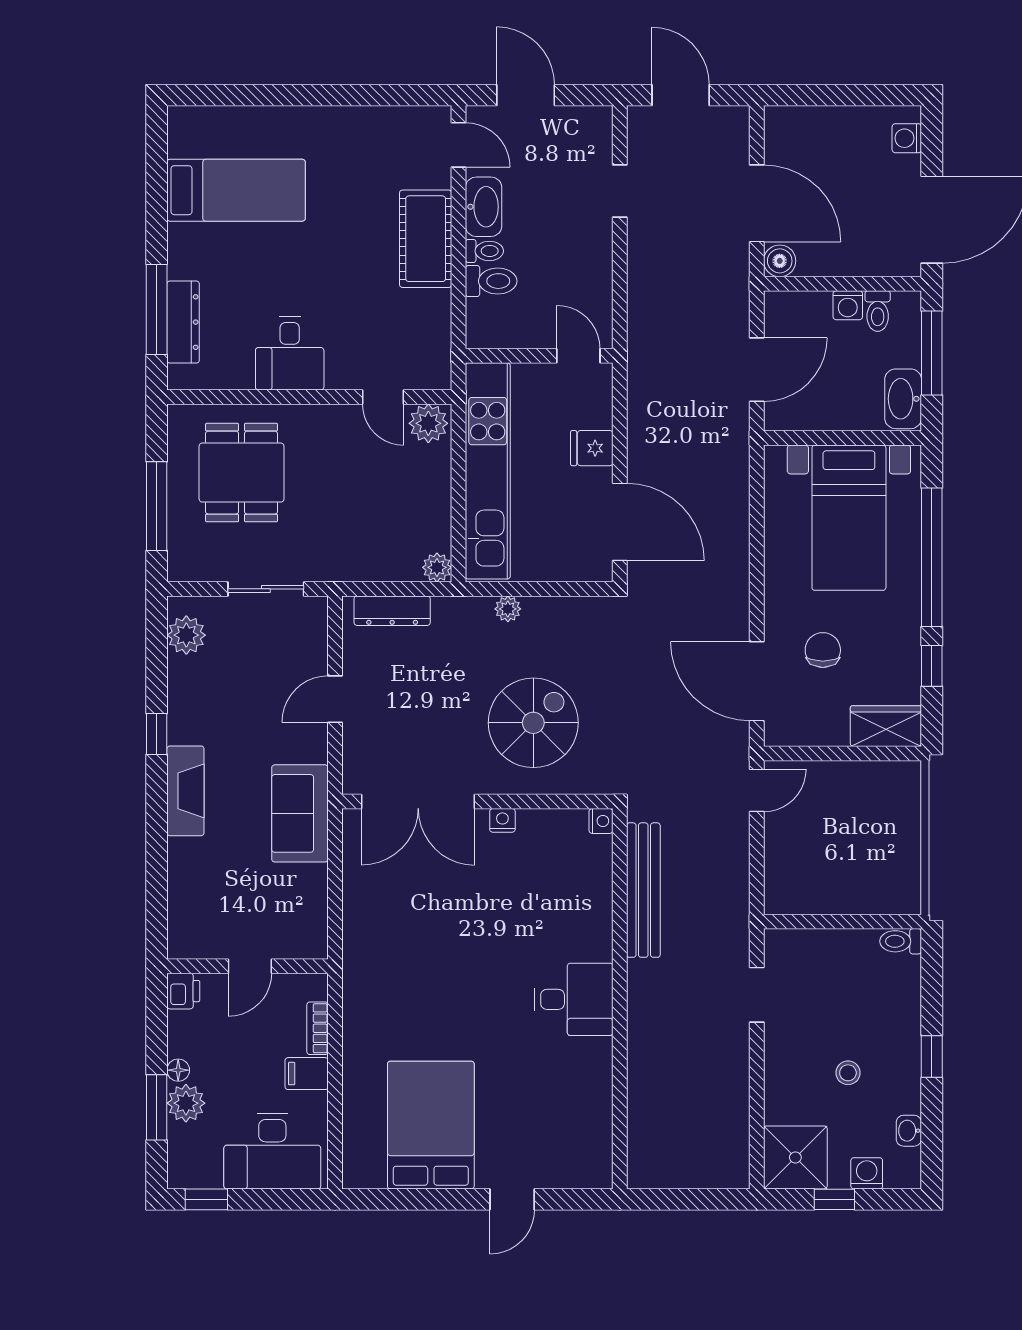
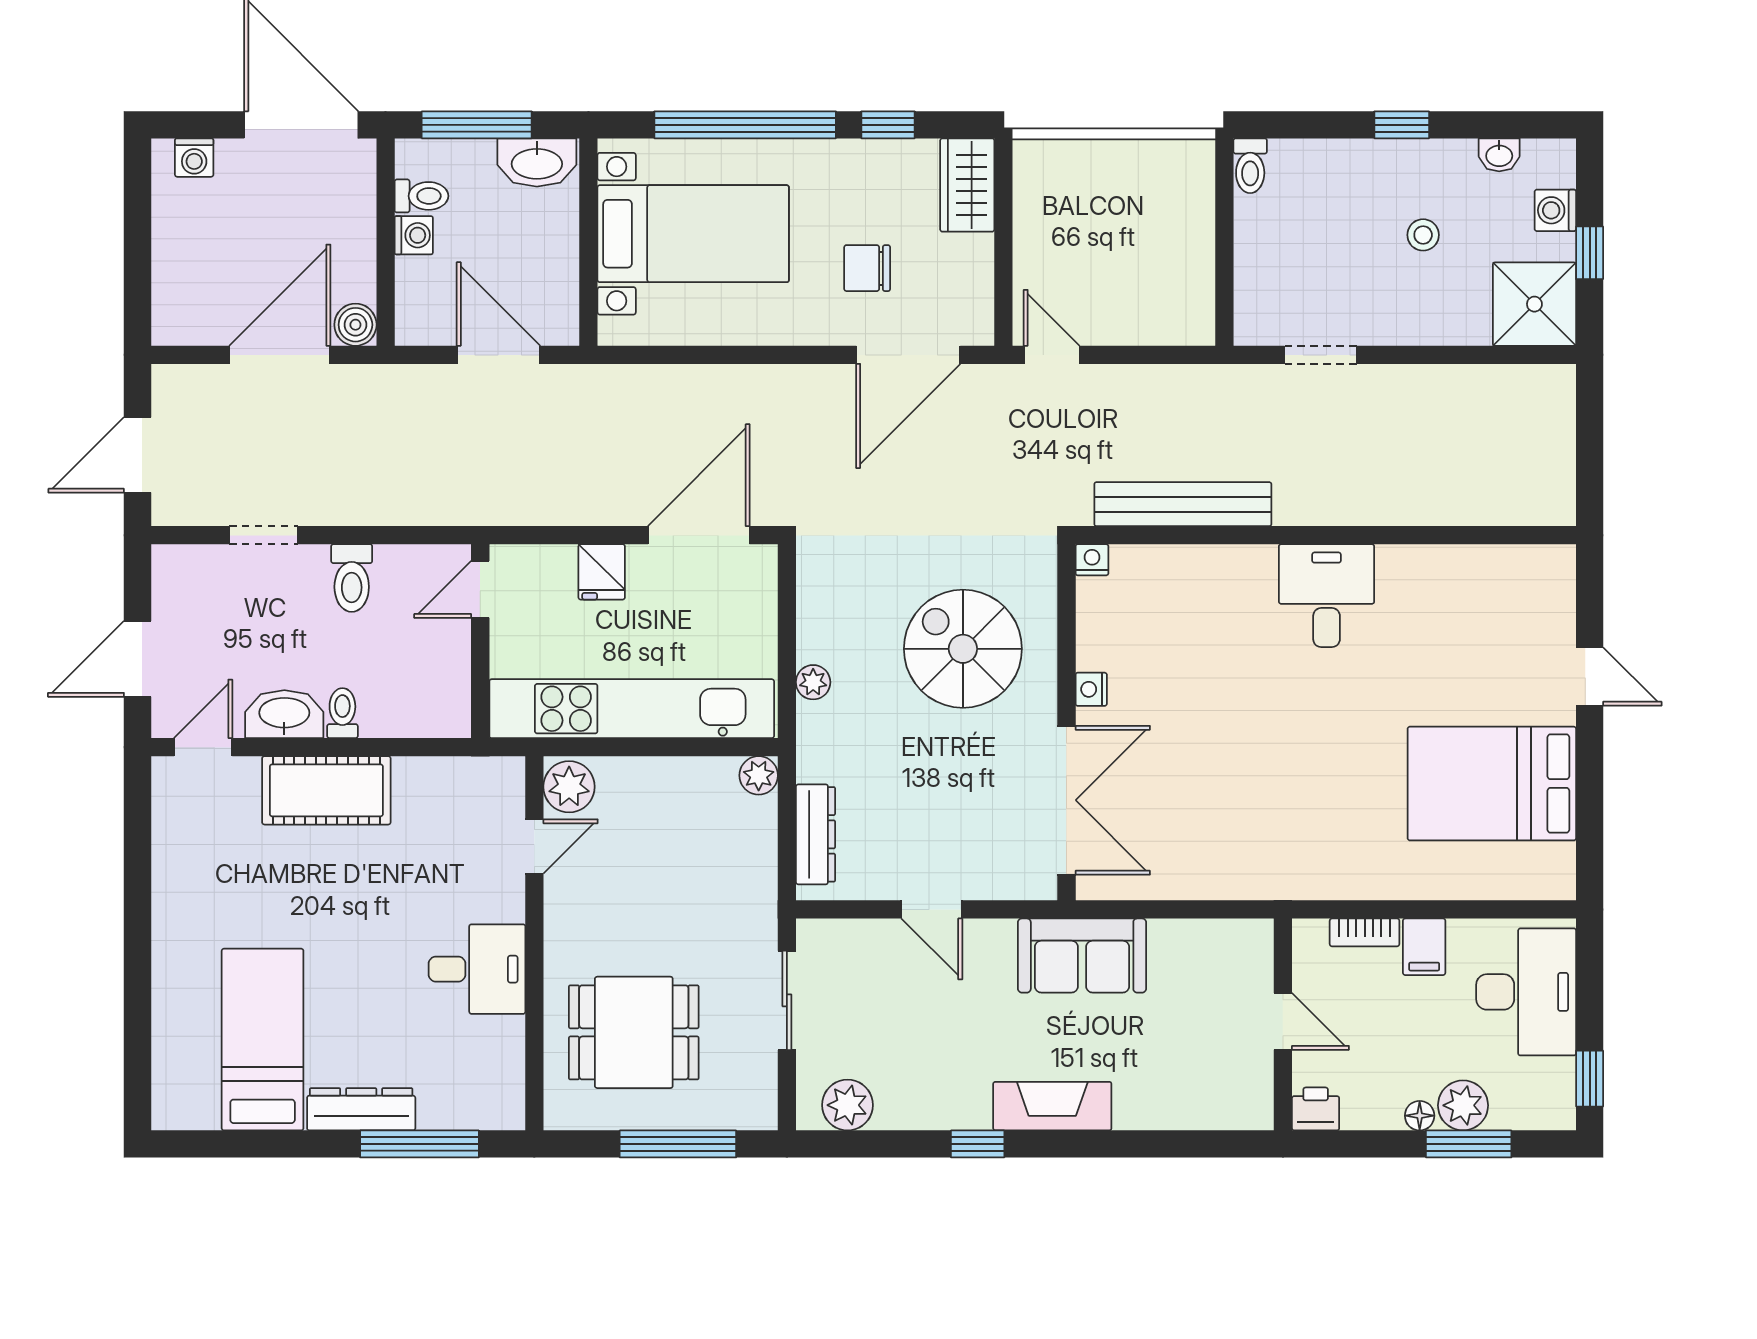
toilet: (491, 281) -> (352, 578), moved, turned 180
dresser: (183, 322) -> (361, 1109), moved

